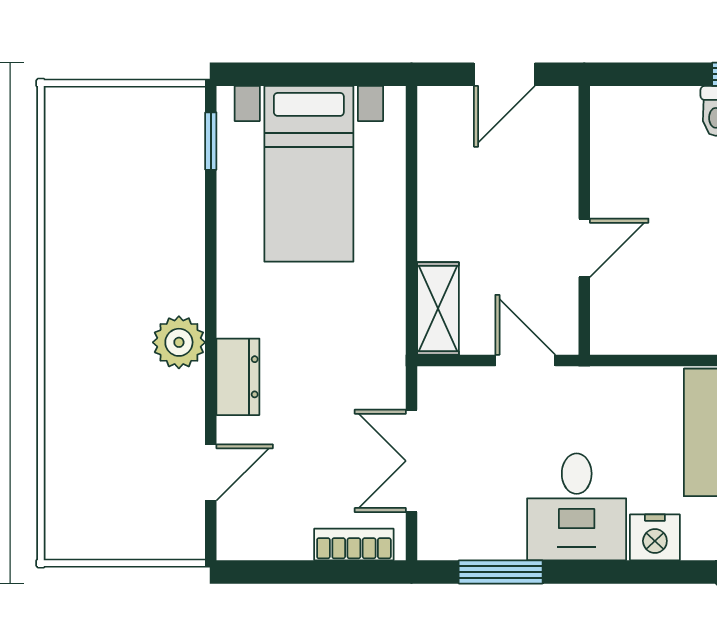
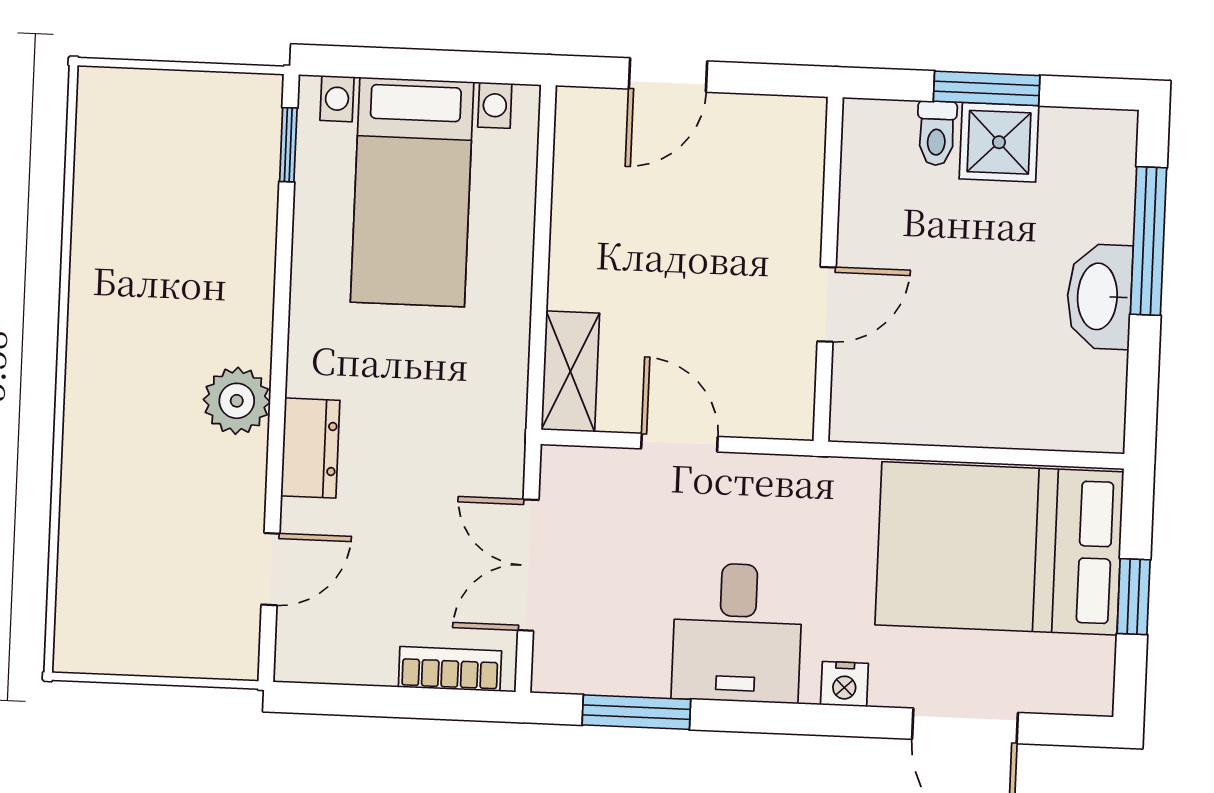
wall: (584, 220) -> (828, 269), moved
door: (584, 248) -> (827, 304), moved
nightstand: (655, 537) -> (844, 684), width x0.72, depth x0.74

